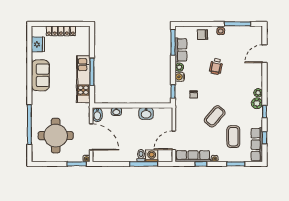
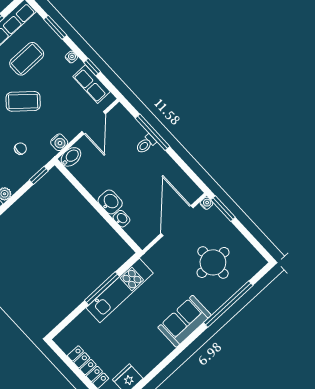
sofa: (40, 75) -> (185, 321), moved
water cooler: (180, 77) -> (59, 142), moved
washbasin: (146, 113) -> (110, 202), moved
bidet: (97, 115) -> (71, 157), moved
round table: (56, 136) -> (213, 262), width x0.73, depth x0.73
door: (174, 140) -> (94, 123), hinge flipped
washing machine: (152, 156) -> (135, 132), removed
row of seats: (193, 156) -> (91, 84), width x0.68

